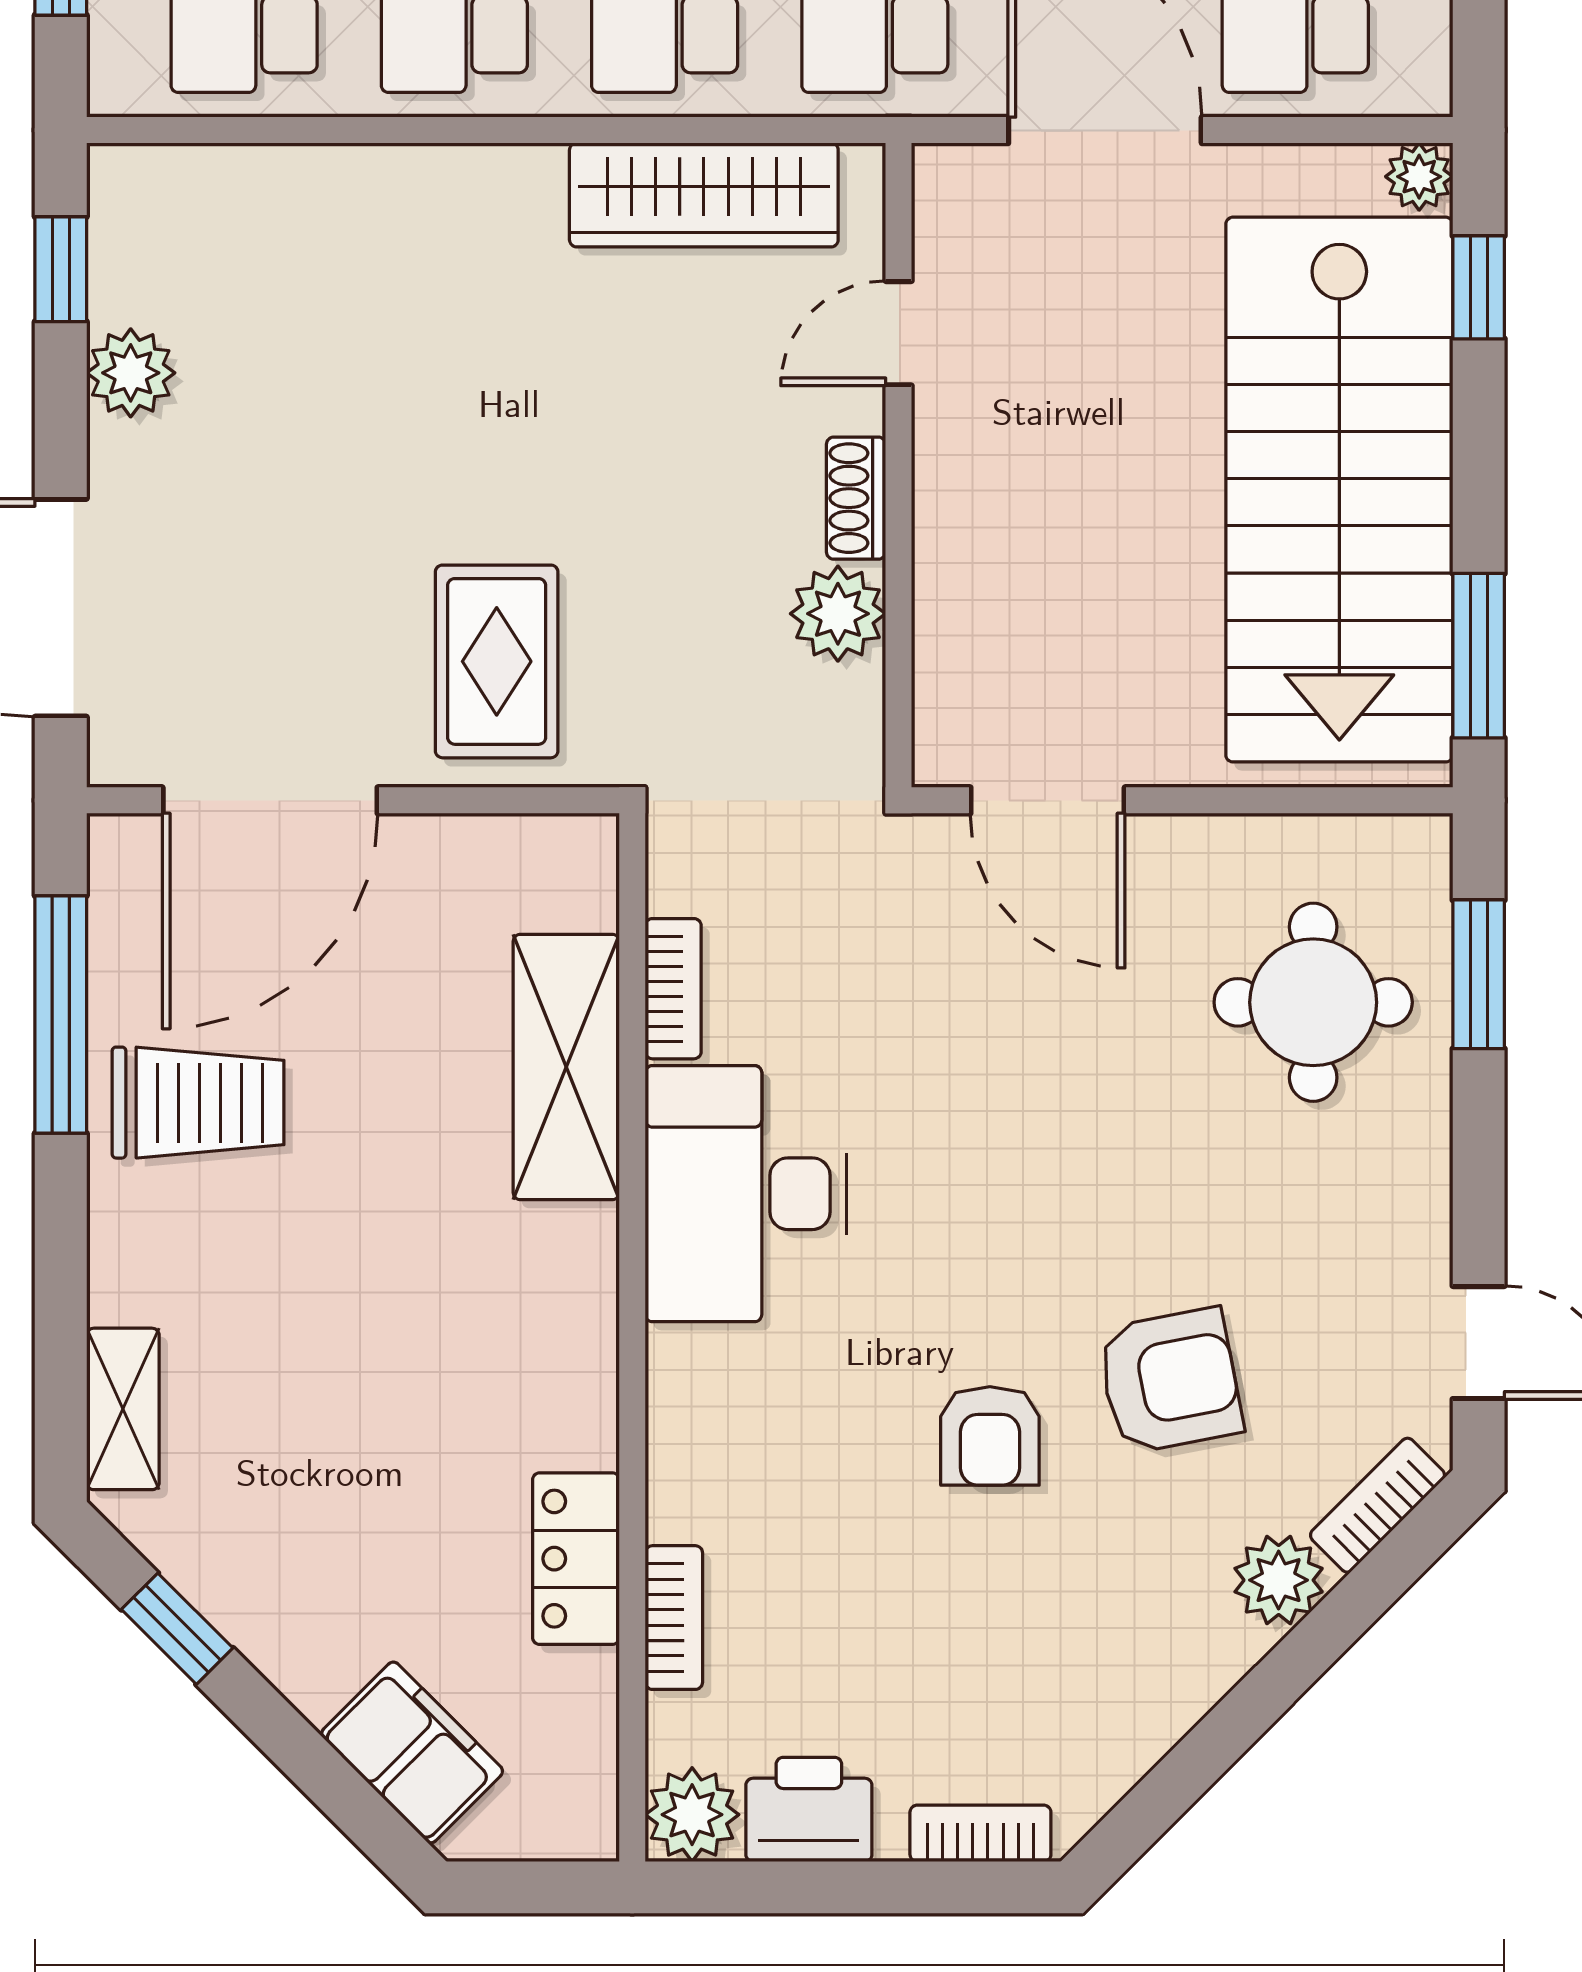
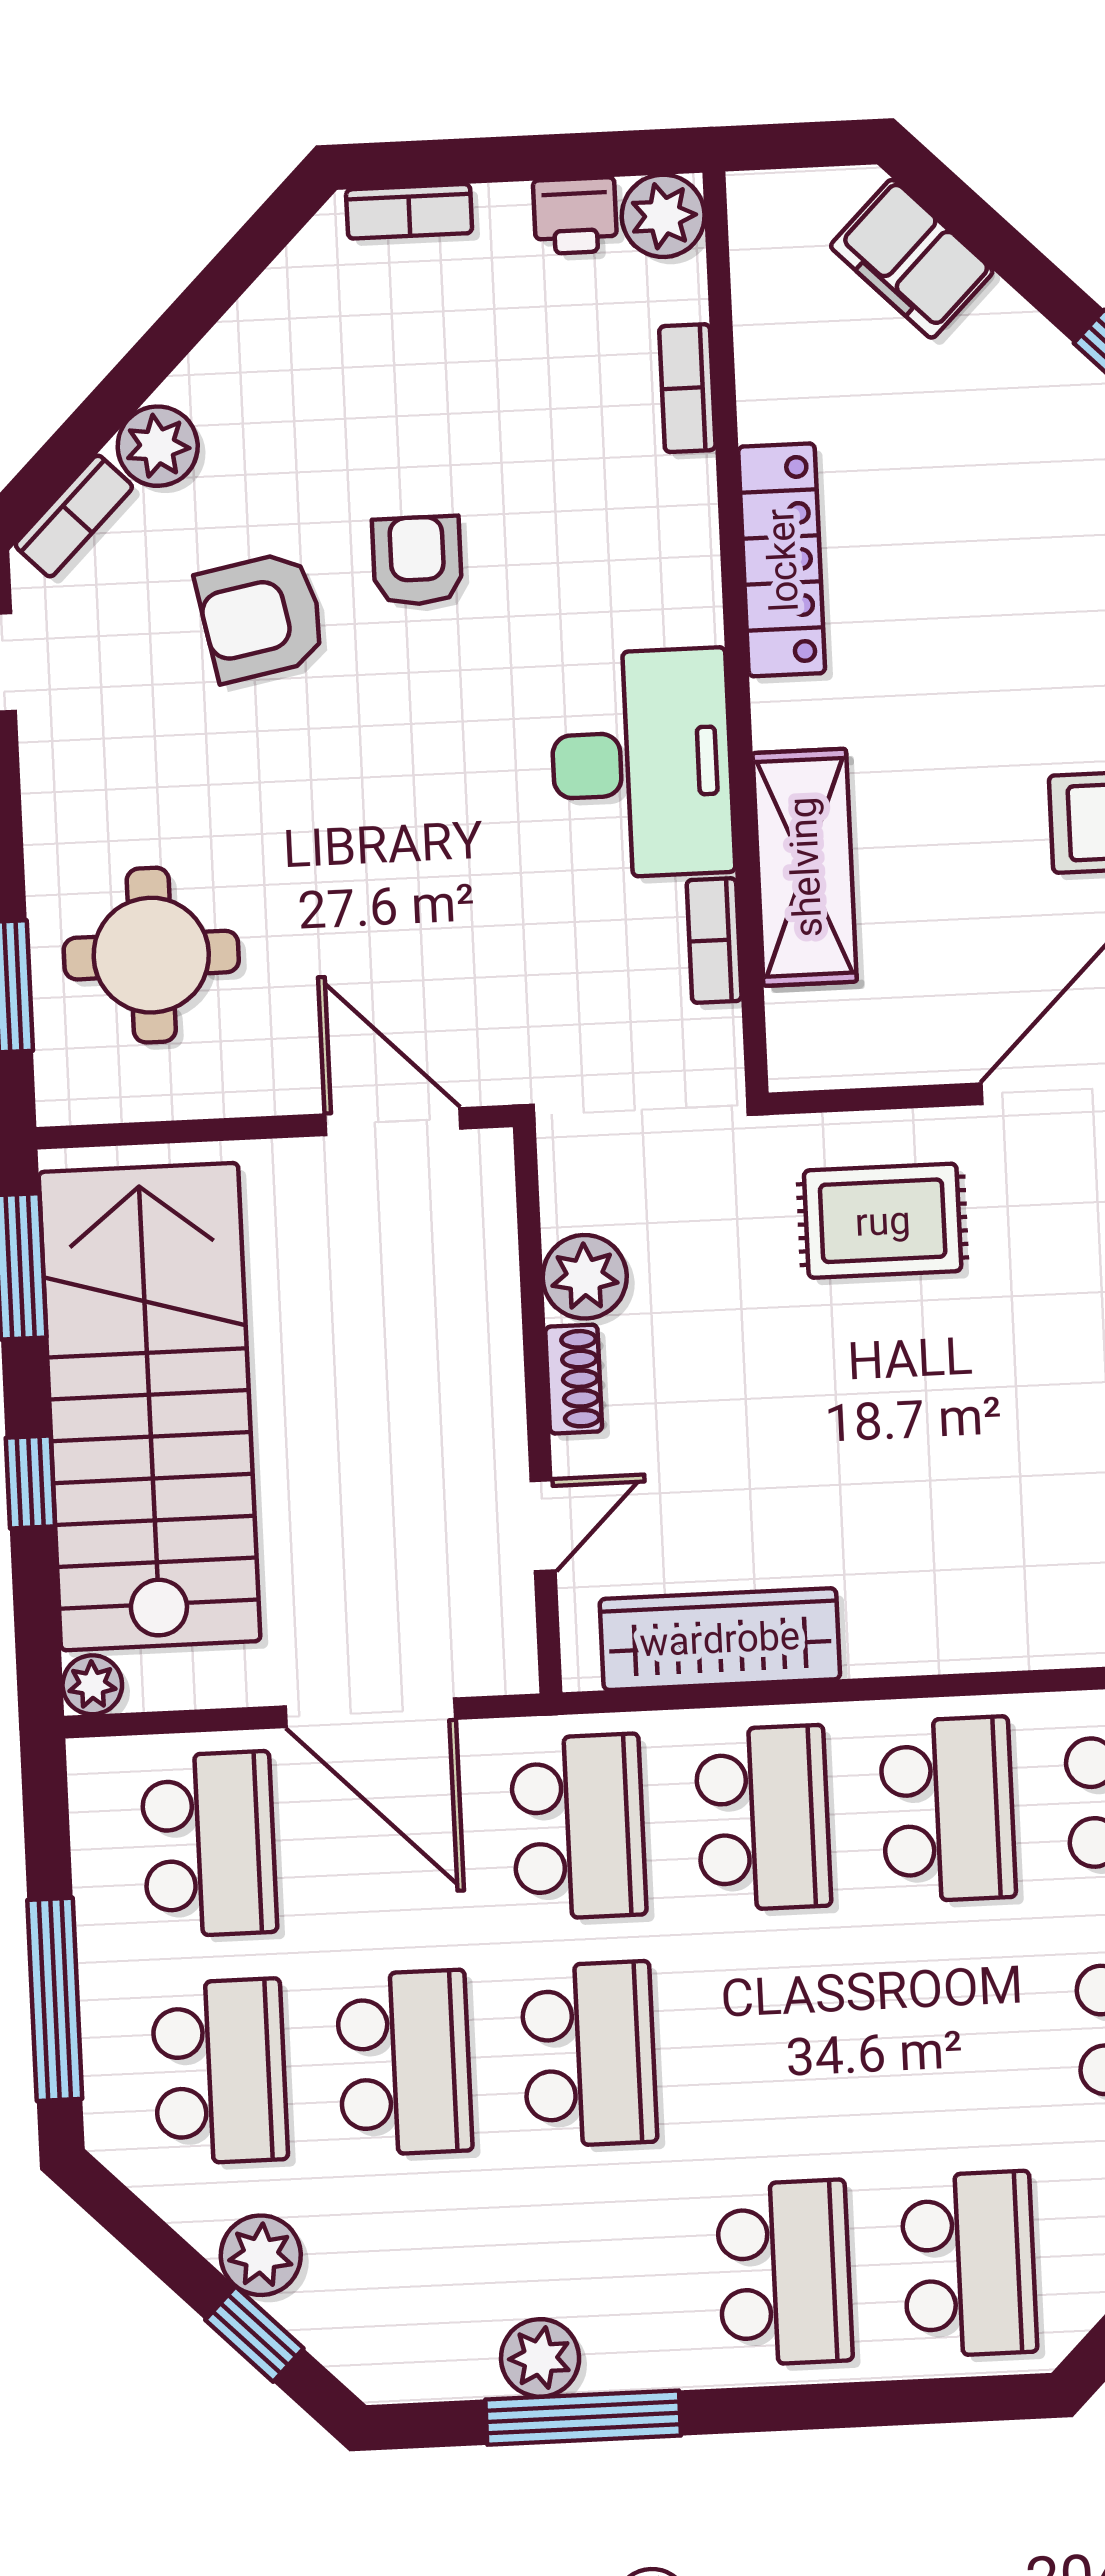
window: (1479, 287) -> (30, 1482), moved
rug: (497, 661) -> (883, 1221), turned 90
locker: (576, 1559) -> (782, 560), moved, width x1.53
printer: (809, 1809) -> (575, 216), width x0.73, depth x0.81

